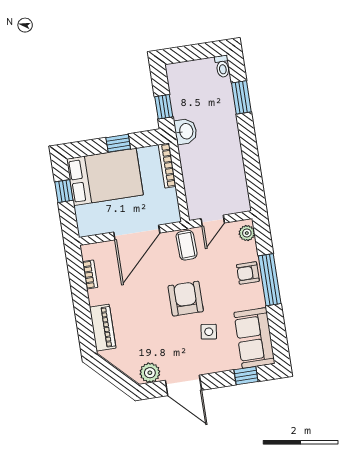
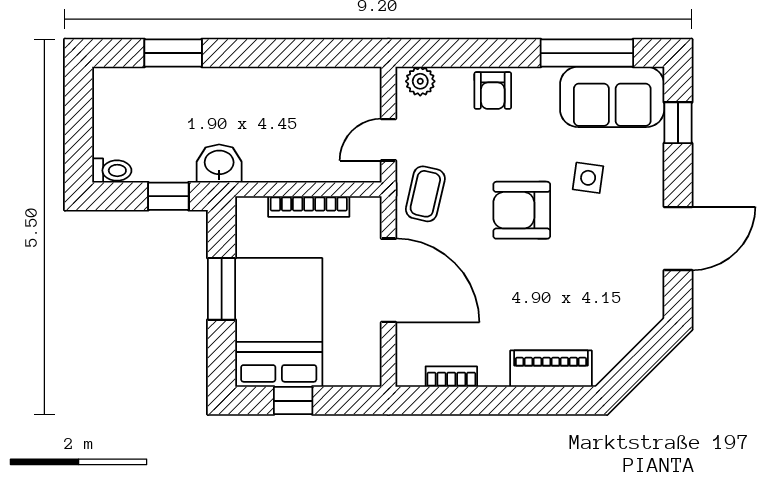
toilet: (222, 66) -> (112, 170), moved
window: (118, 143) -> (222, 289), width x1.50
bookcase: (167, 166) -> (309, 207), moved
door: (213, 221) -> (388, 140), swing flipped
coffee table: (187, 245) -> (425, 194), turned -75
window: (270, 280) -> (587, 53), moved
plant: (150, 373) -> (646, 296), removed

